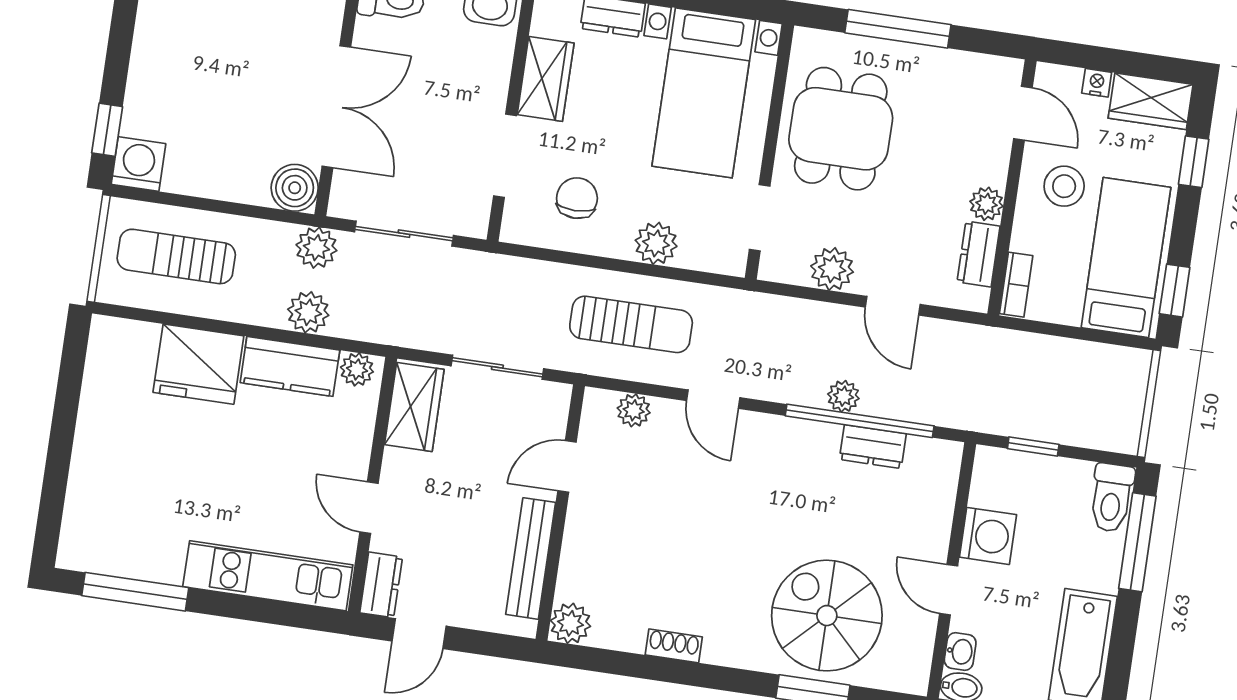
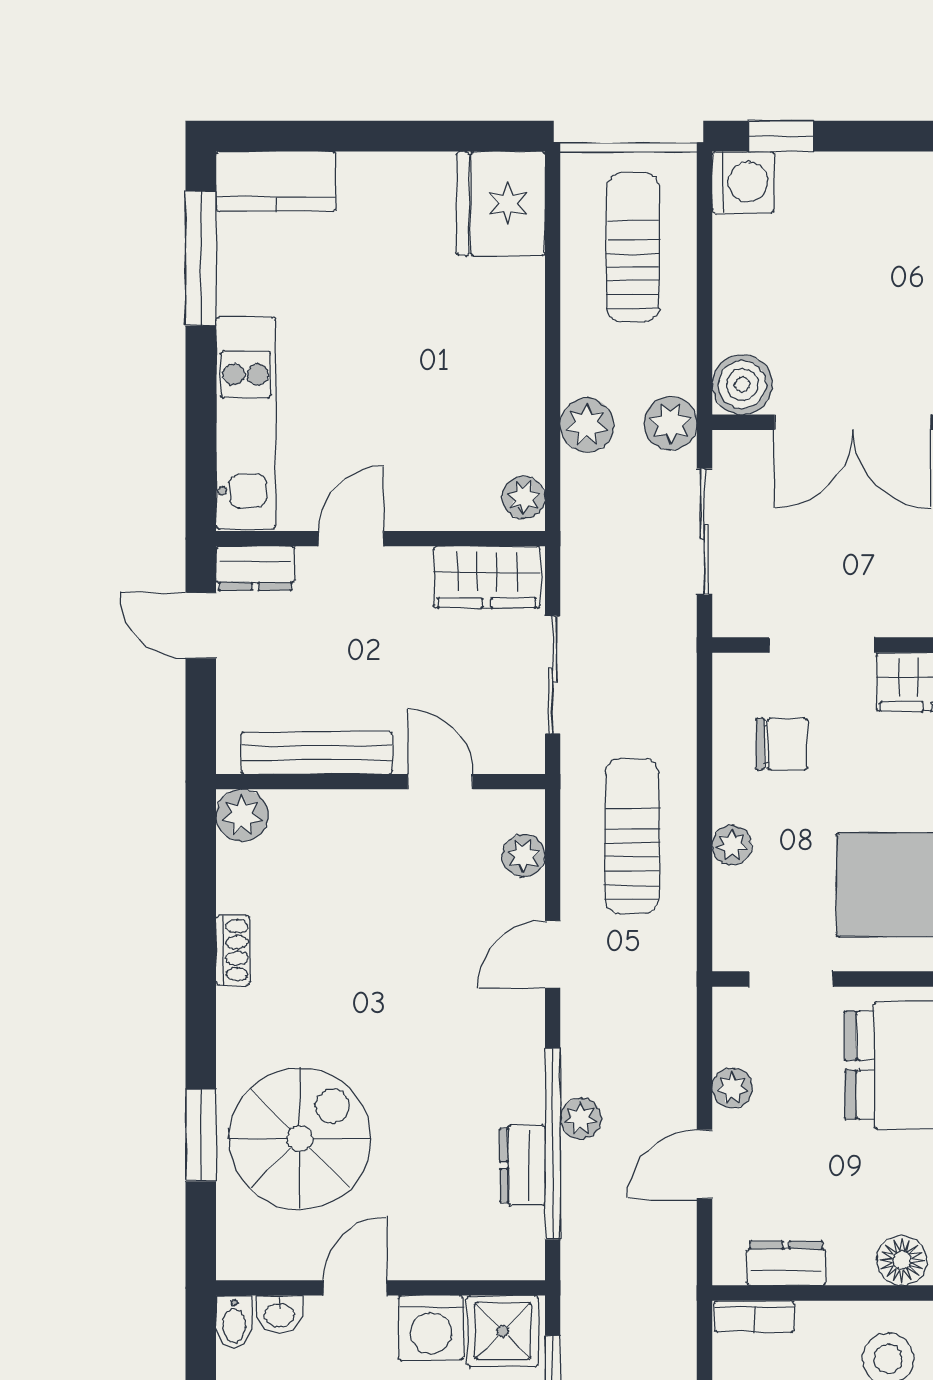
floor lamp: (990, 164) -> (902, 1260), added
plant: (986, 204) -> (851, 1264), removed
plant: (656, 243) -> (732, 845), width x0.73, depth x0.73
plant: (832, 269) -> (732, 1088), width x0.73, depth x0.73
sun lounger: (631, 324) -> (632, 836), turned 180
fridge: (198, 364) -> (501, 204), moved
kitchen counter: (290, 366) -> (276, 181), moved, turned -90
shower: (999, 481) -> (503, 1331), added

